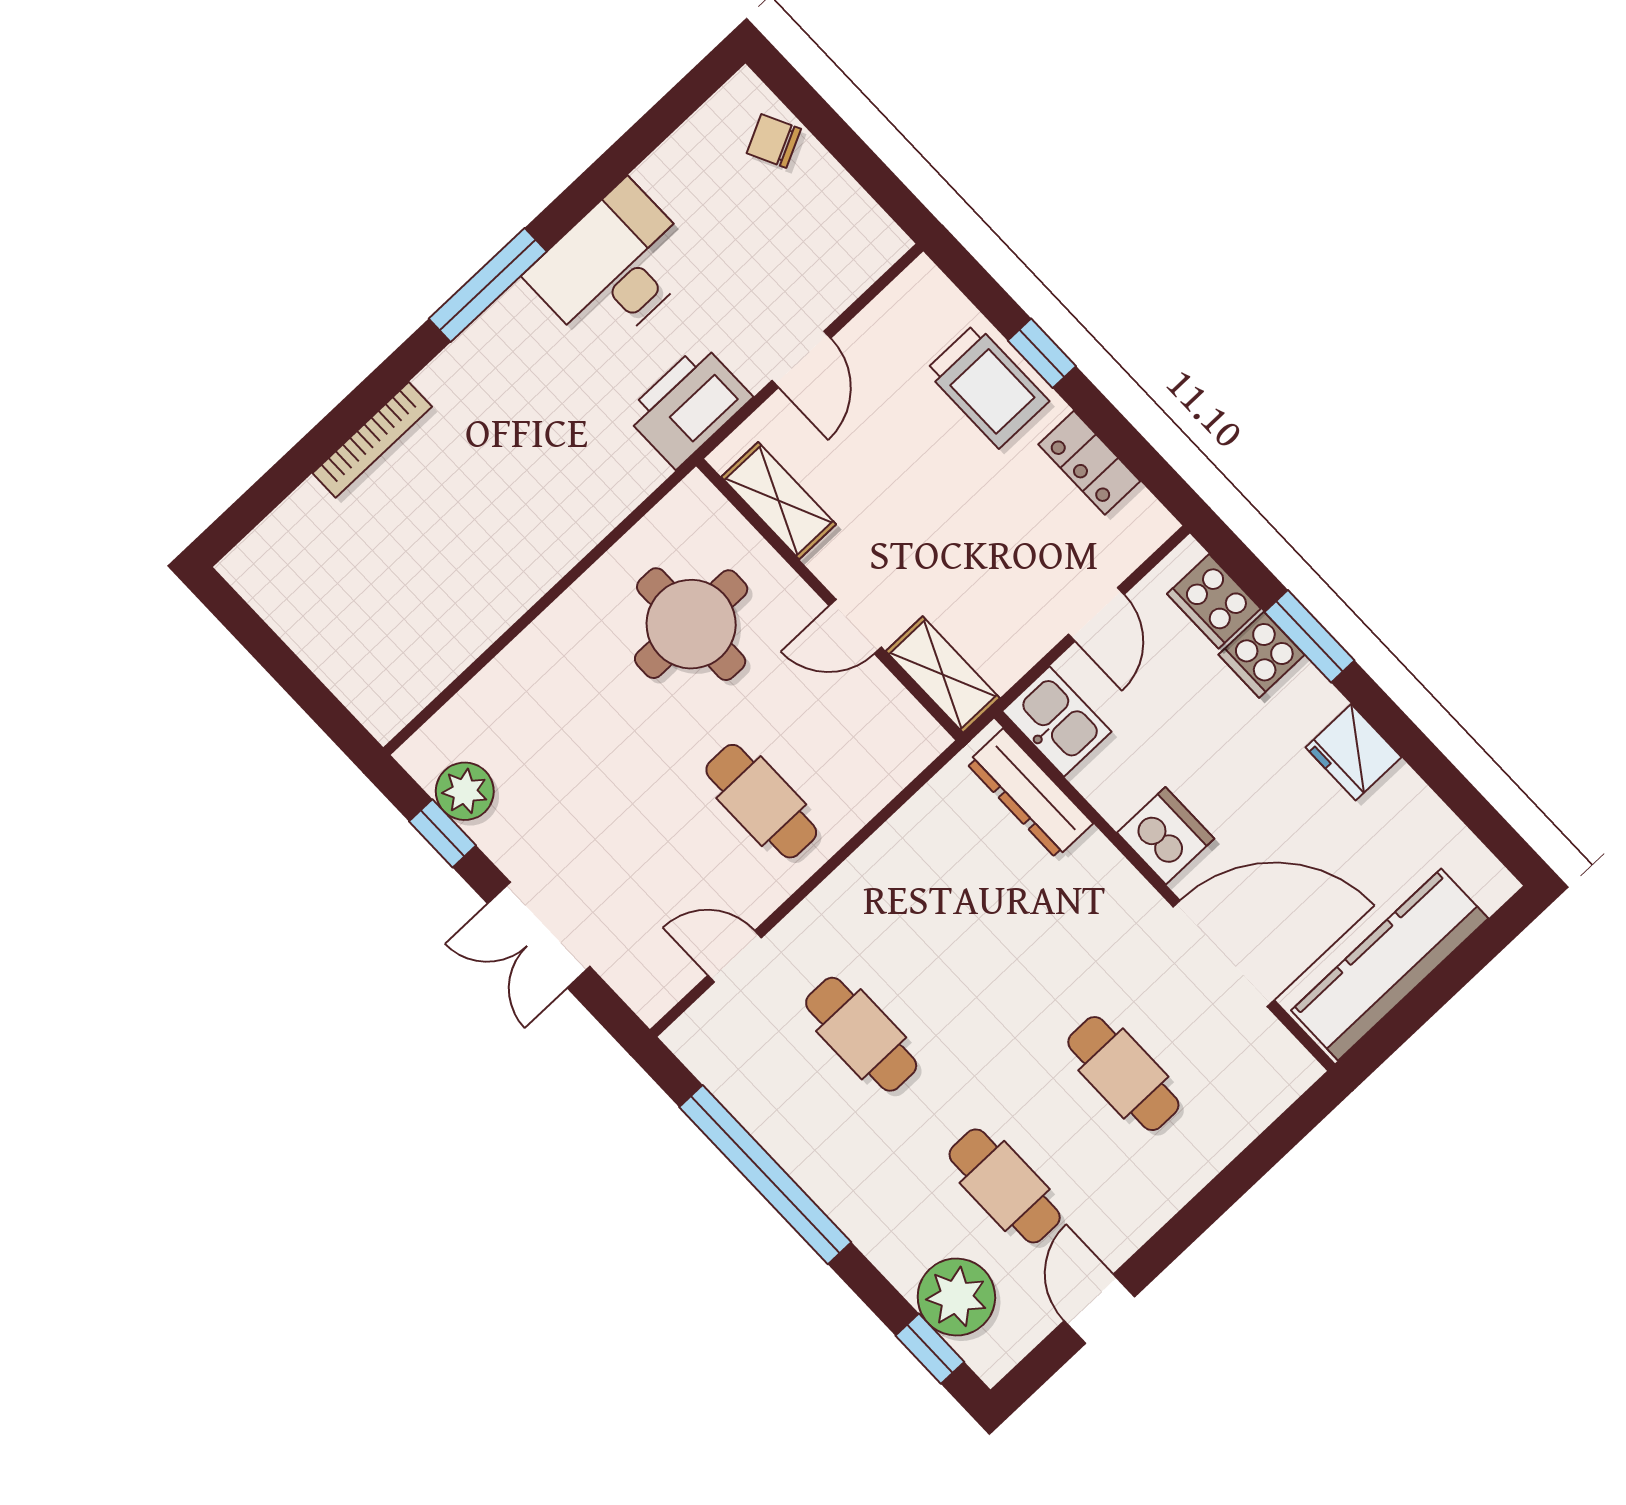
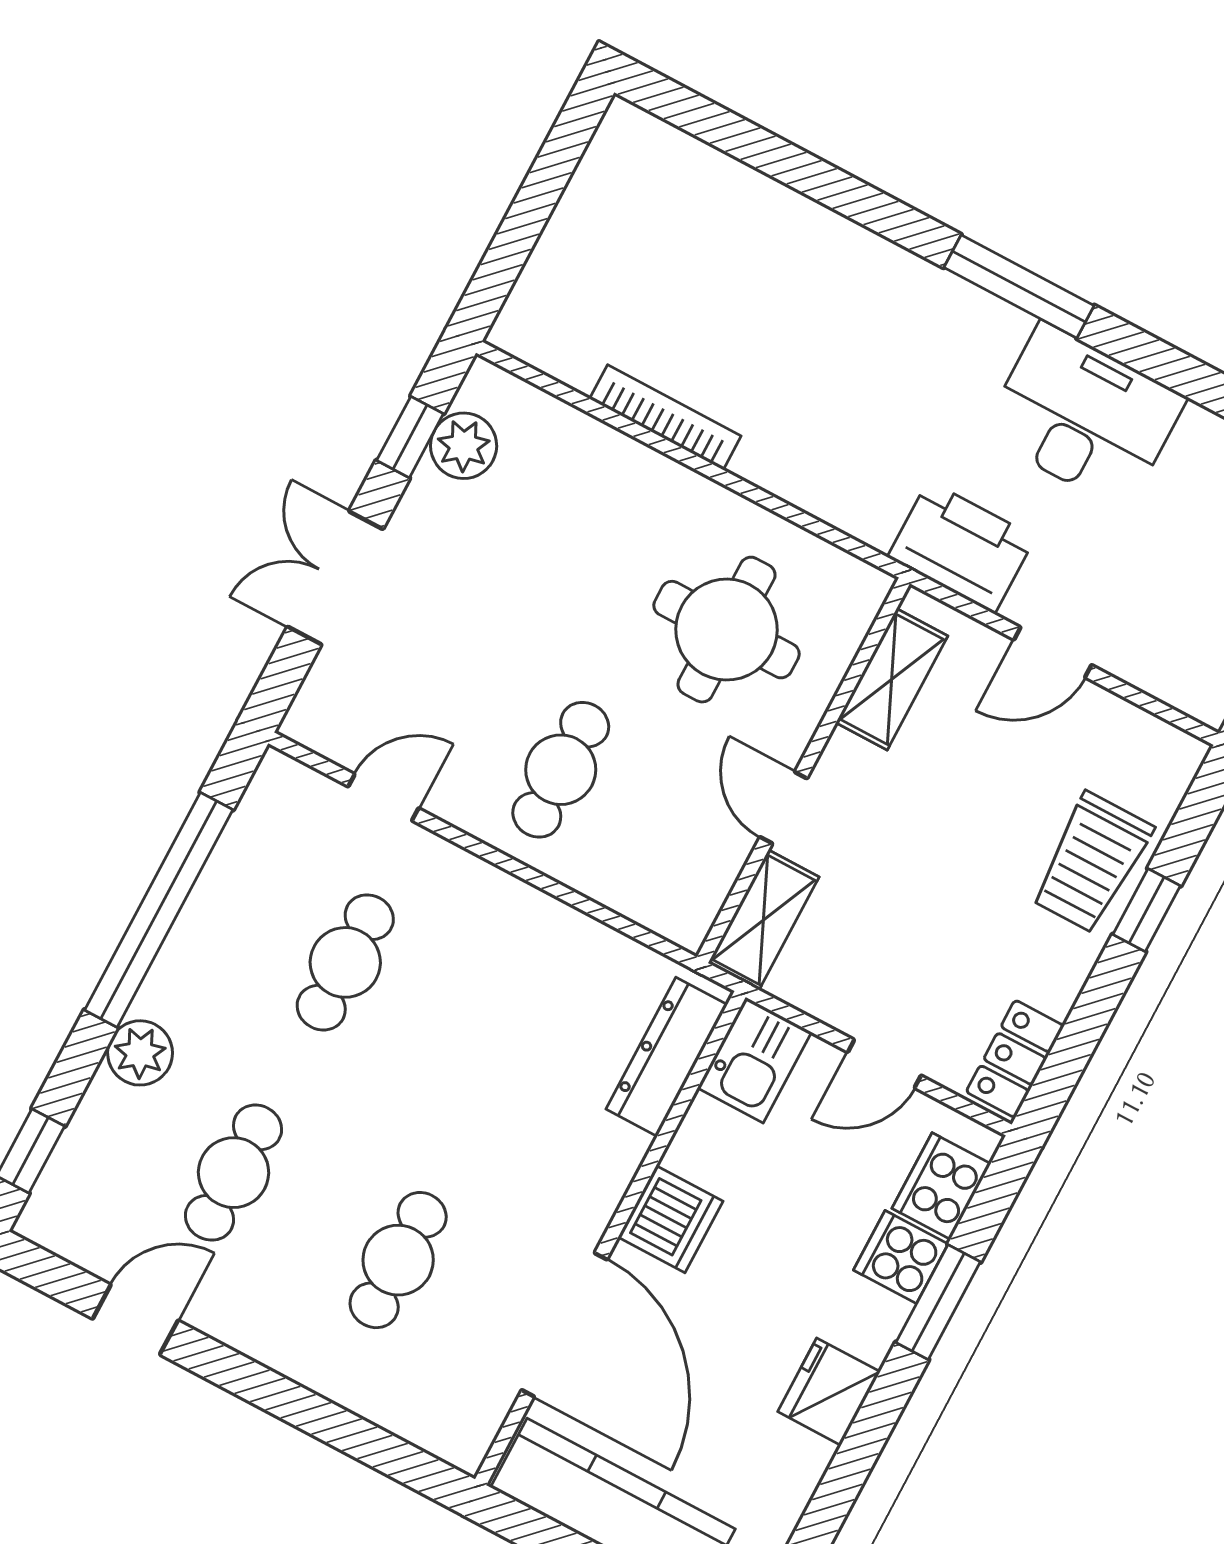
bookcase: (372, 440) -> (665, 417), moved, turned 180
locker: (1089, 463) -> (1015, 1059), moved
door: (735, 956) -> (383, 797), hinge flipped
plant: (956, 1297) -> (140, 1053), moved, width x0.73, depth x0.73

